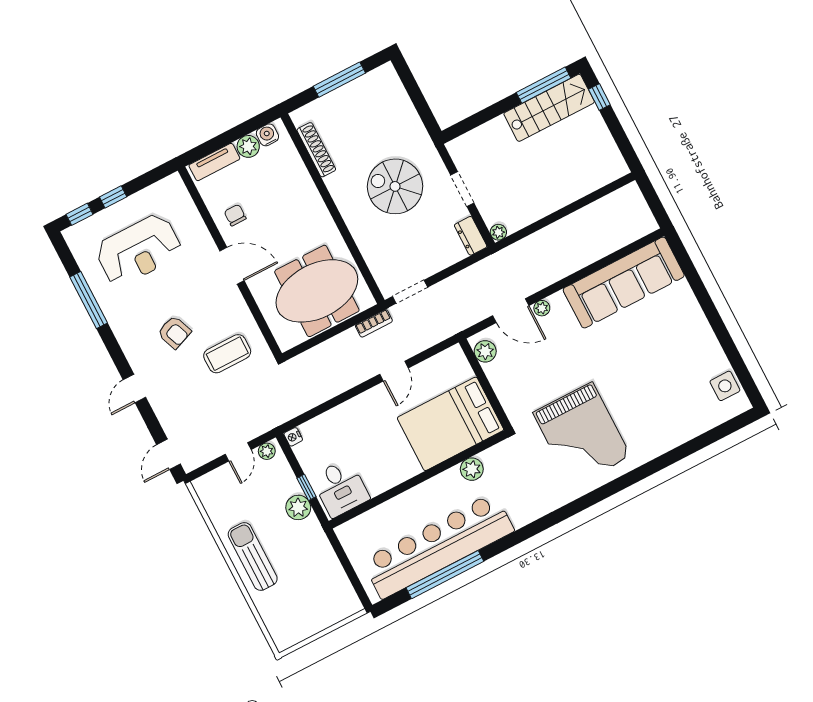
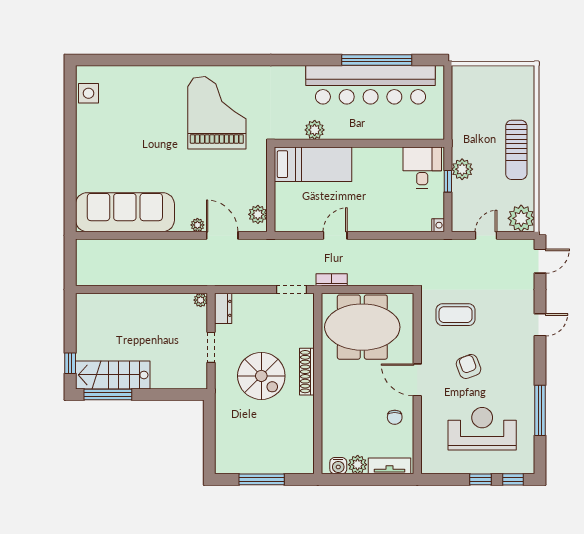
shoe rack: (316, 150) -> (307, 372), moved
armchair: (174, 332) -> (469, 366), moved
bed: (450, 424) -> (313, 164), width x0.67
plant: (267, 451) -> (521, 218), moved, width x1.88, depth x1.88

